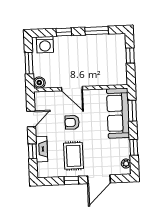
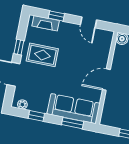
door: (72, 89) -> (106, 80), moved
armchair: (72, 122) -> (75, 61), removed
fireplace: (42, 149) -> (46, 23), moved

